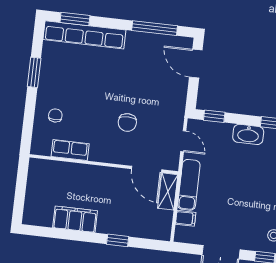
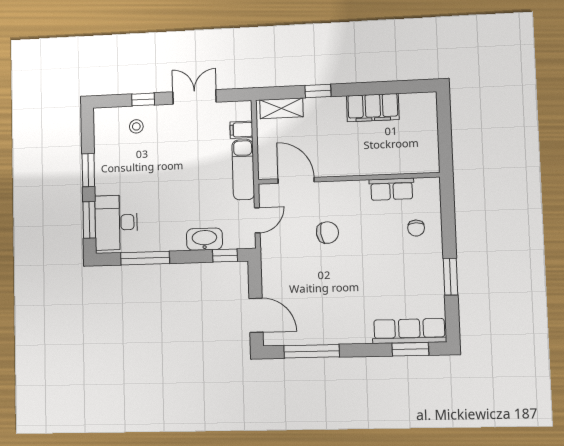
row of seats: (84, 35) -> (409, 331), width x0.73
chair: (127, 123) -> (327, 233), turned 83
washbasin: (248, 134) -> (204, 239), moved
door: (183, 141) -> (257, 220), swing flipped
shelving: (168, 191) -> (281, 108), moved, turned 90

